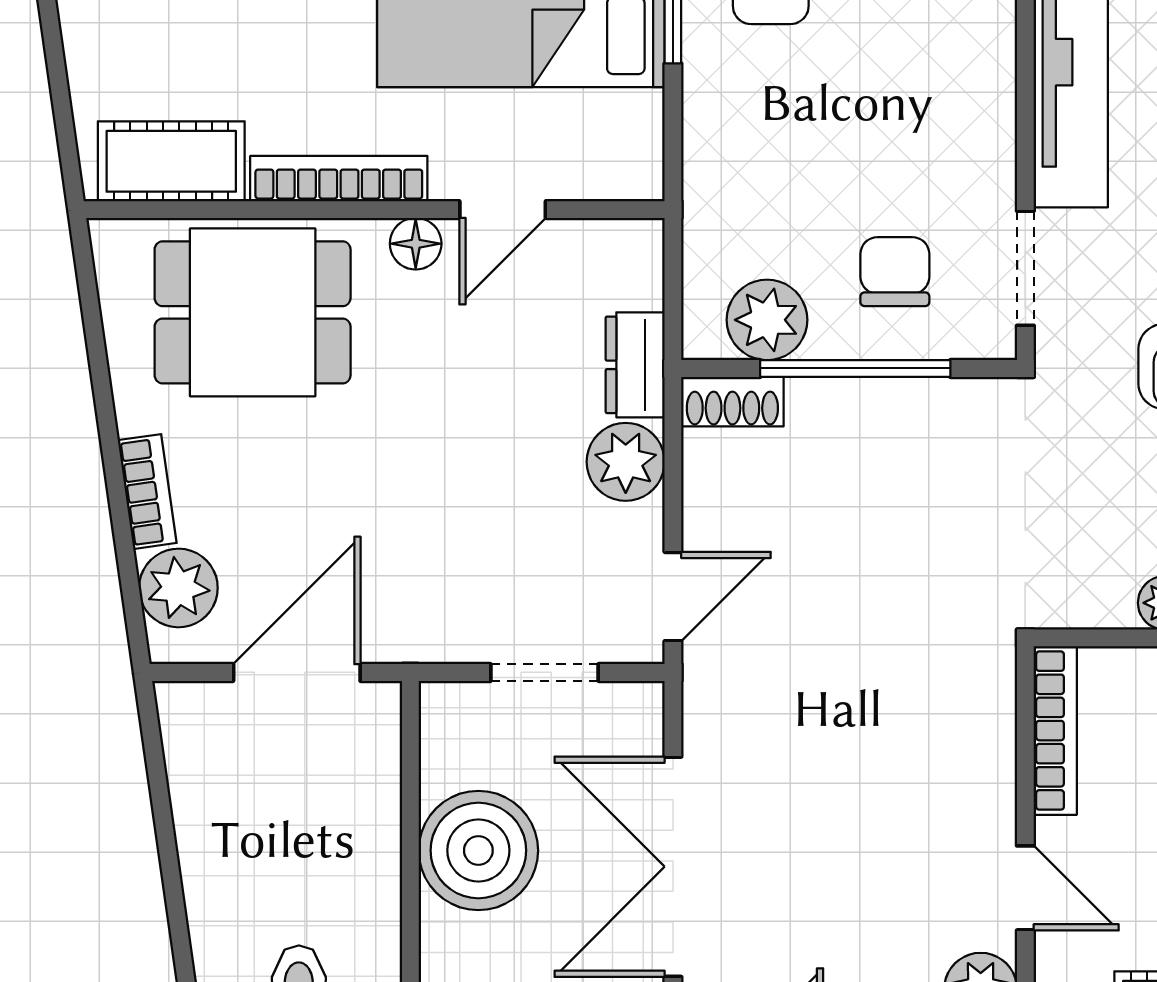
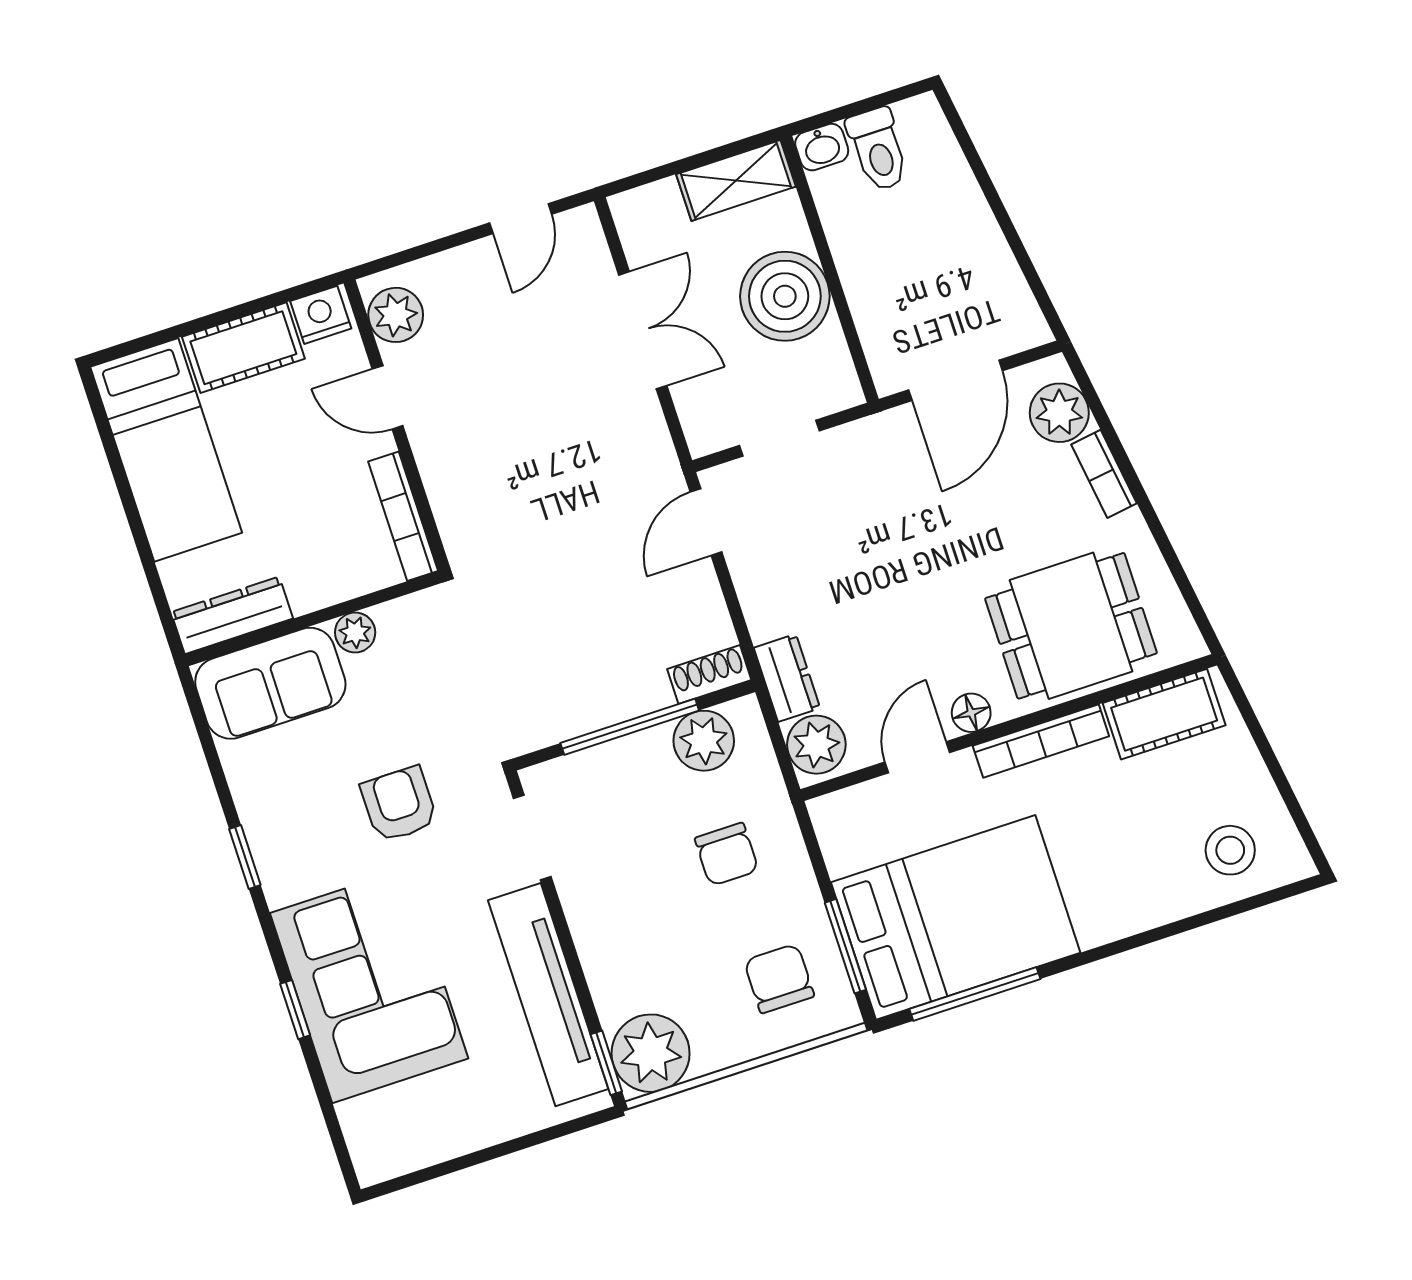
chair: (895, 272) -> (727, 854), moved
plant: (626, 462) -> (816, 745), moved
double door: (673, 867) -> (643, 330), width x0.73

